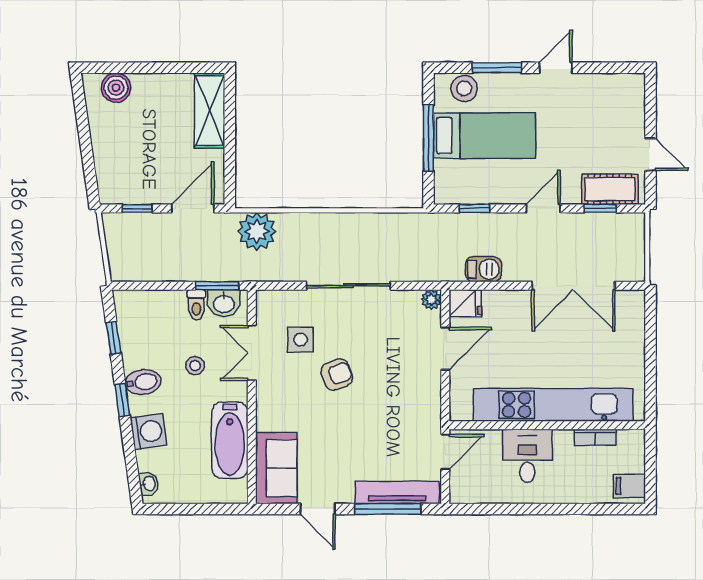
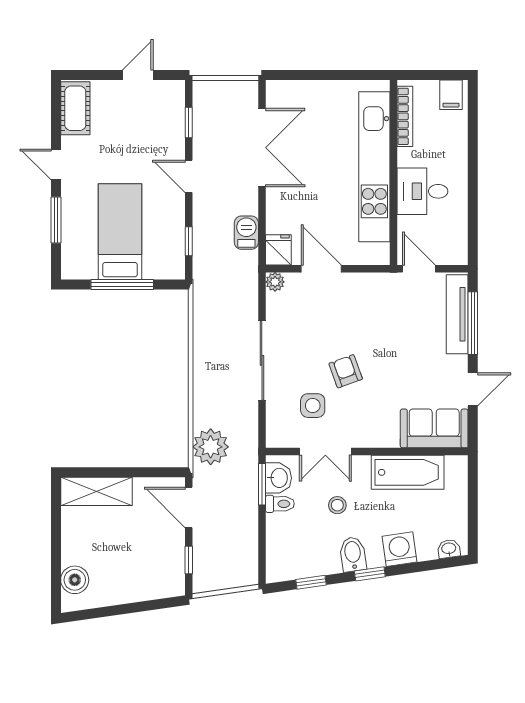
stool: (464, 88) -> (75, 251), removed
cot: (610, 189) -> (75, 108), moved
bookcase: (595, 437) -> (405, 116), width x1.56

